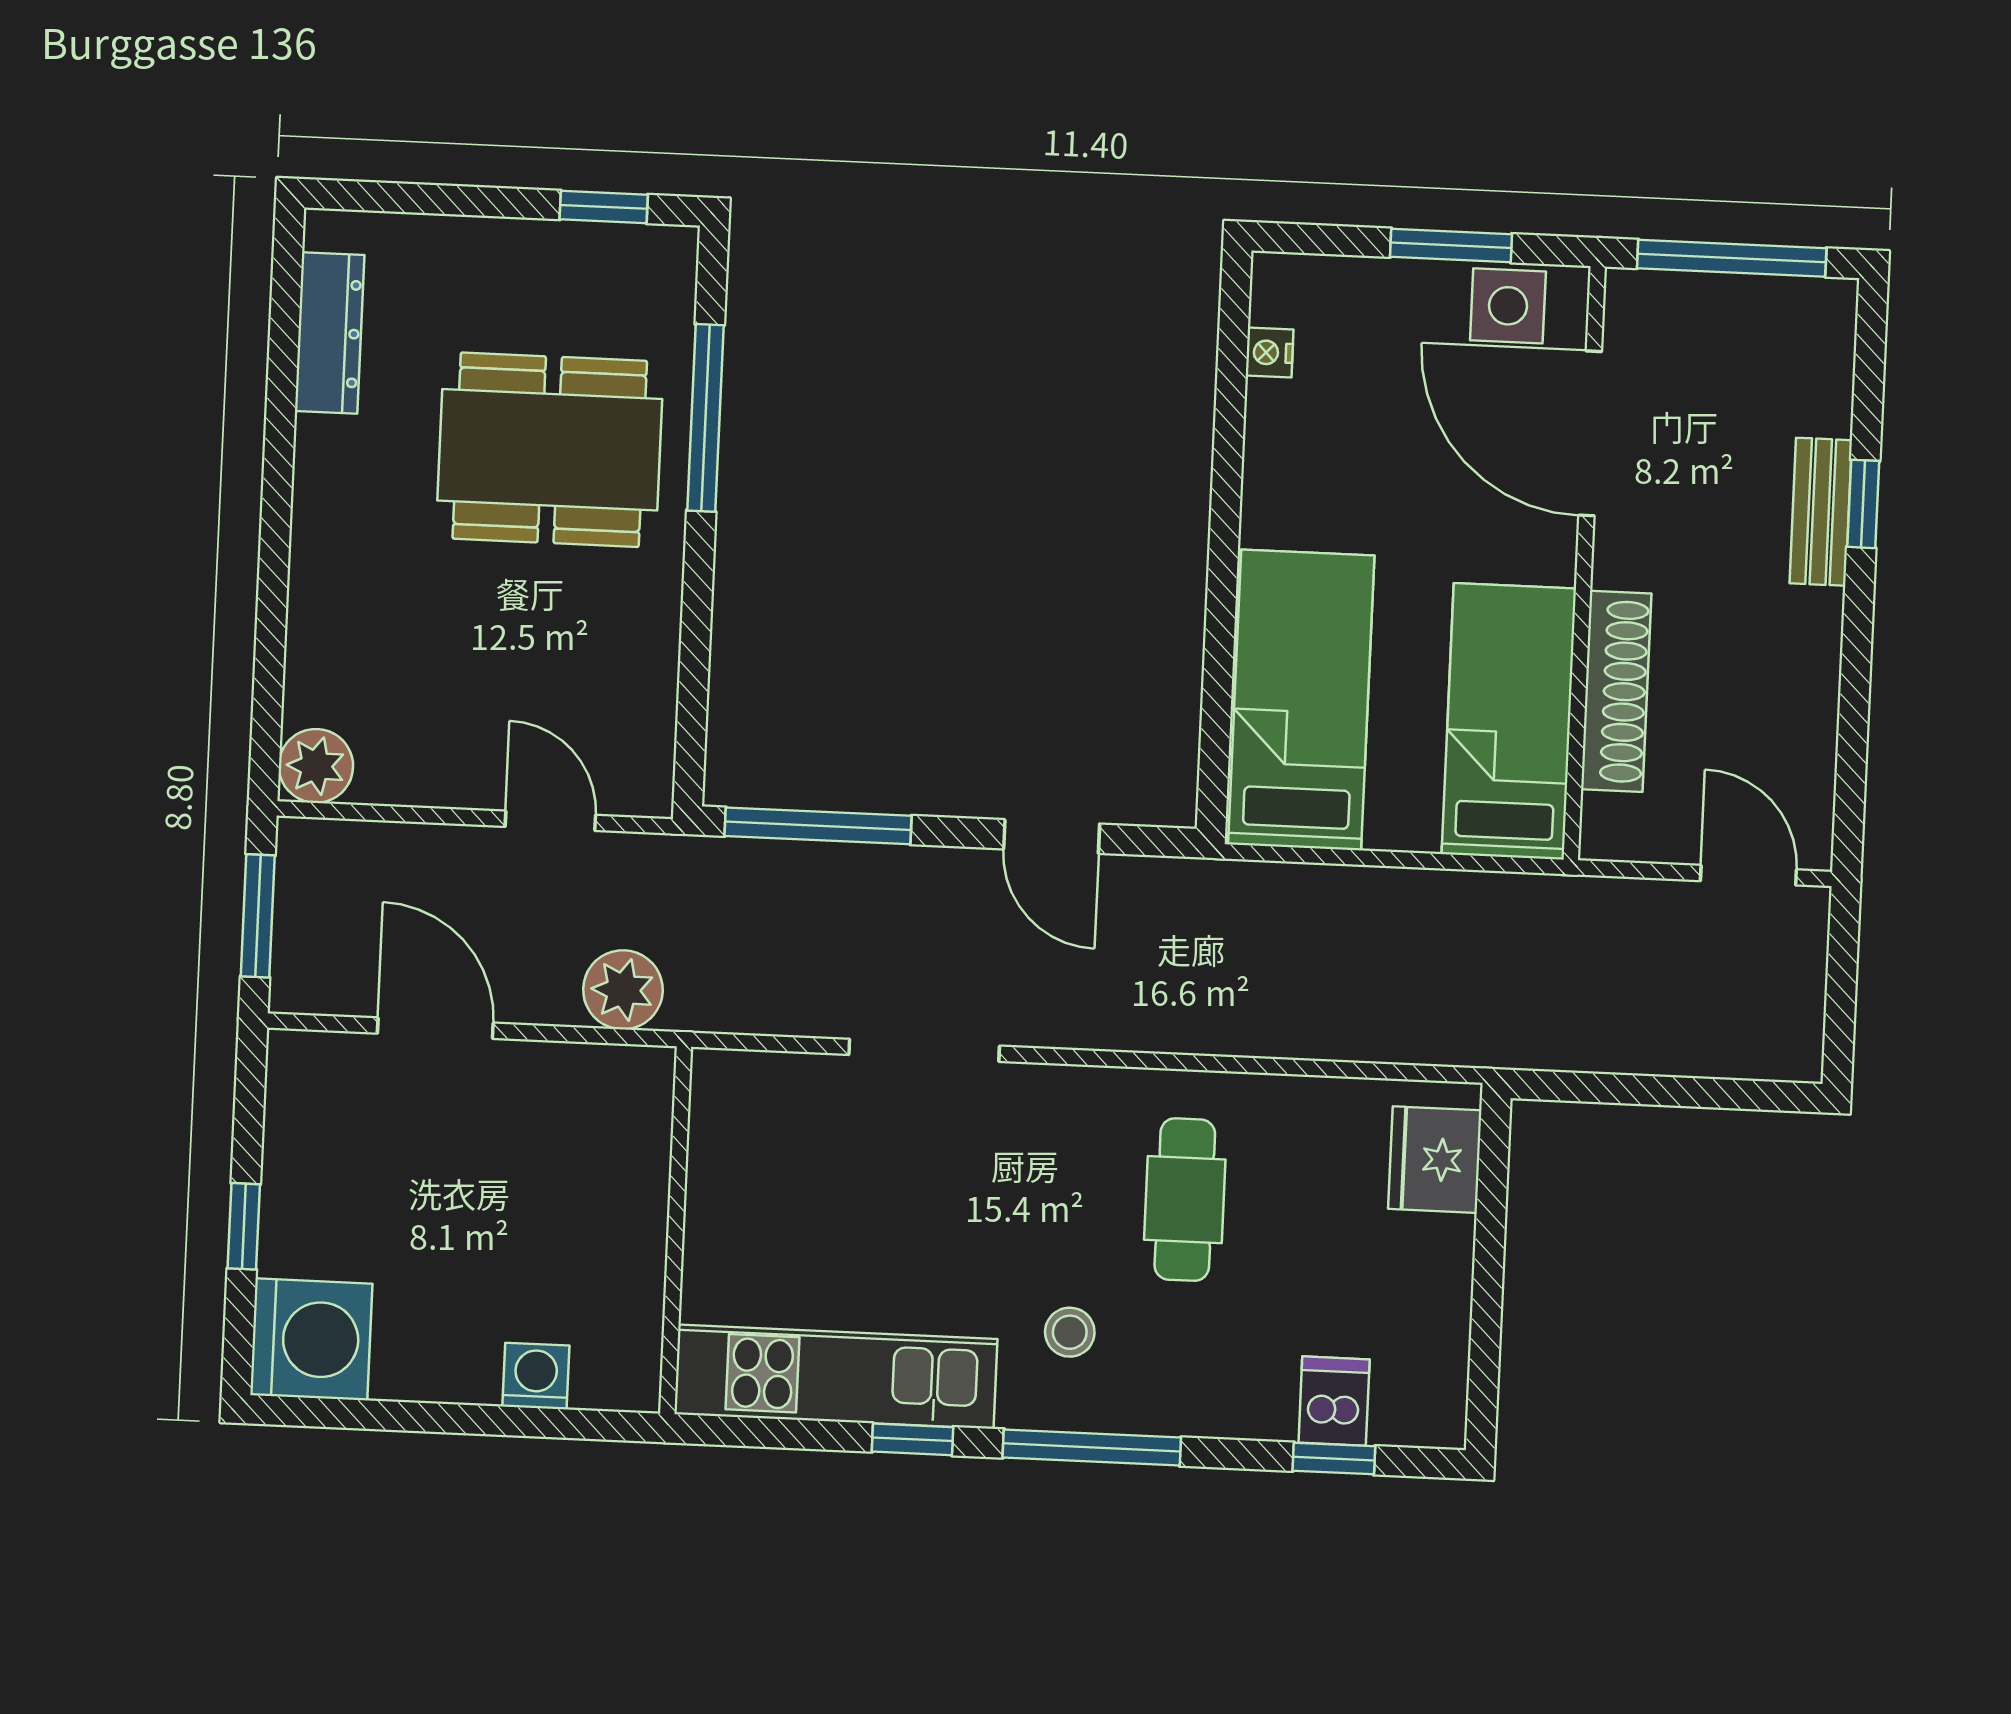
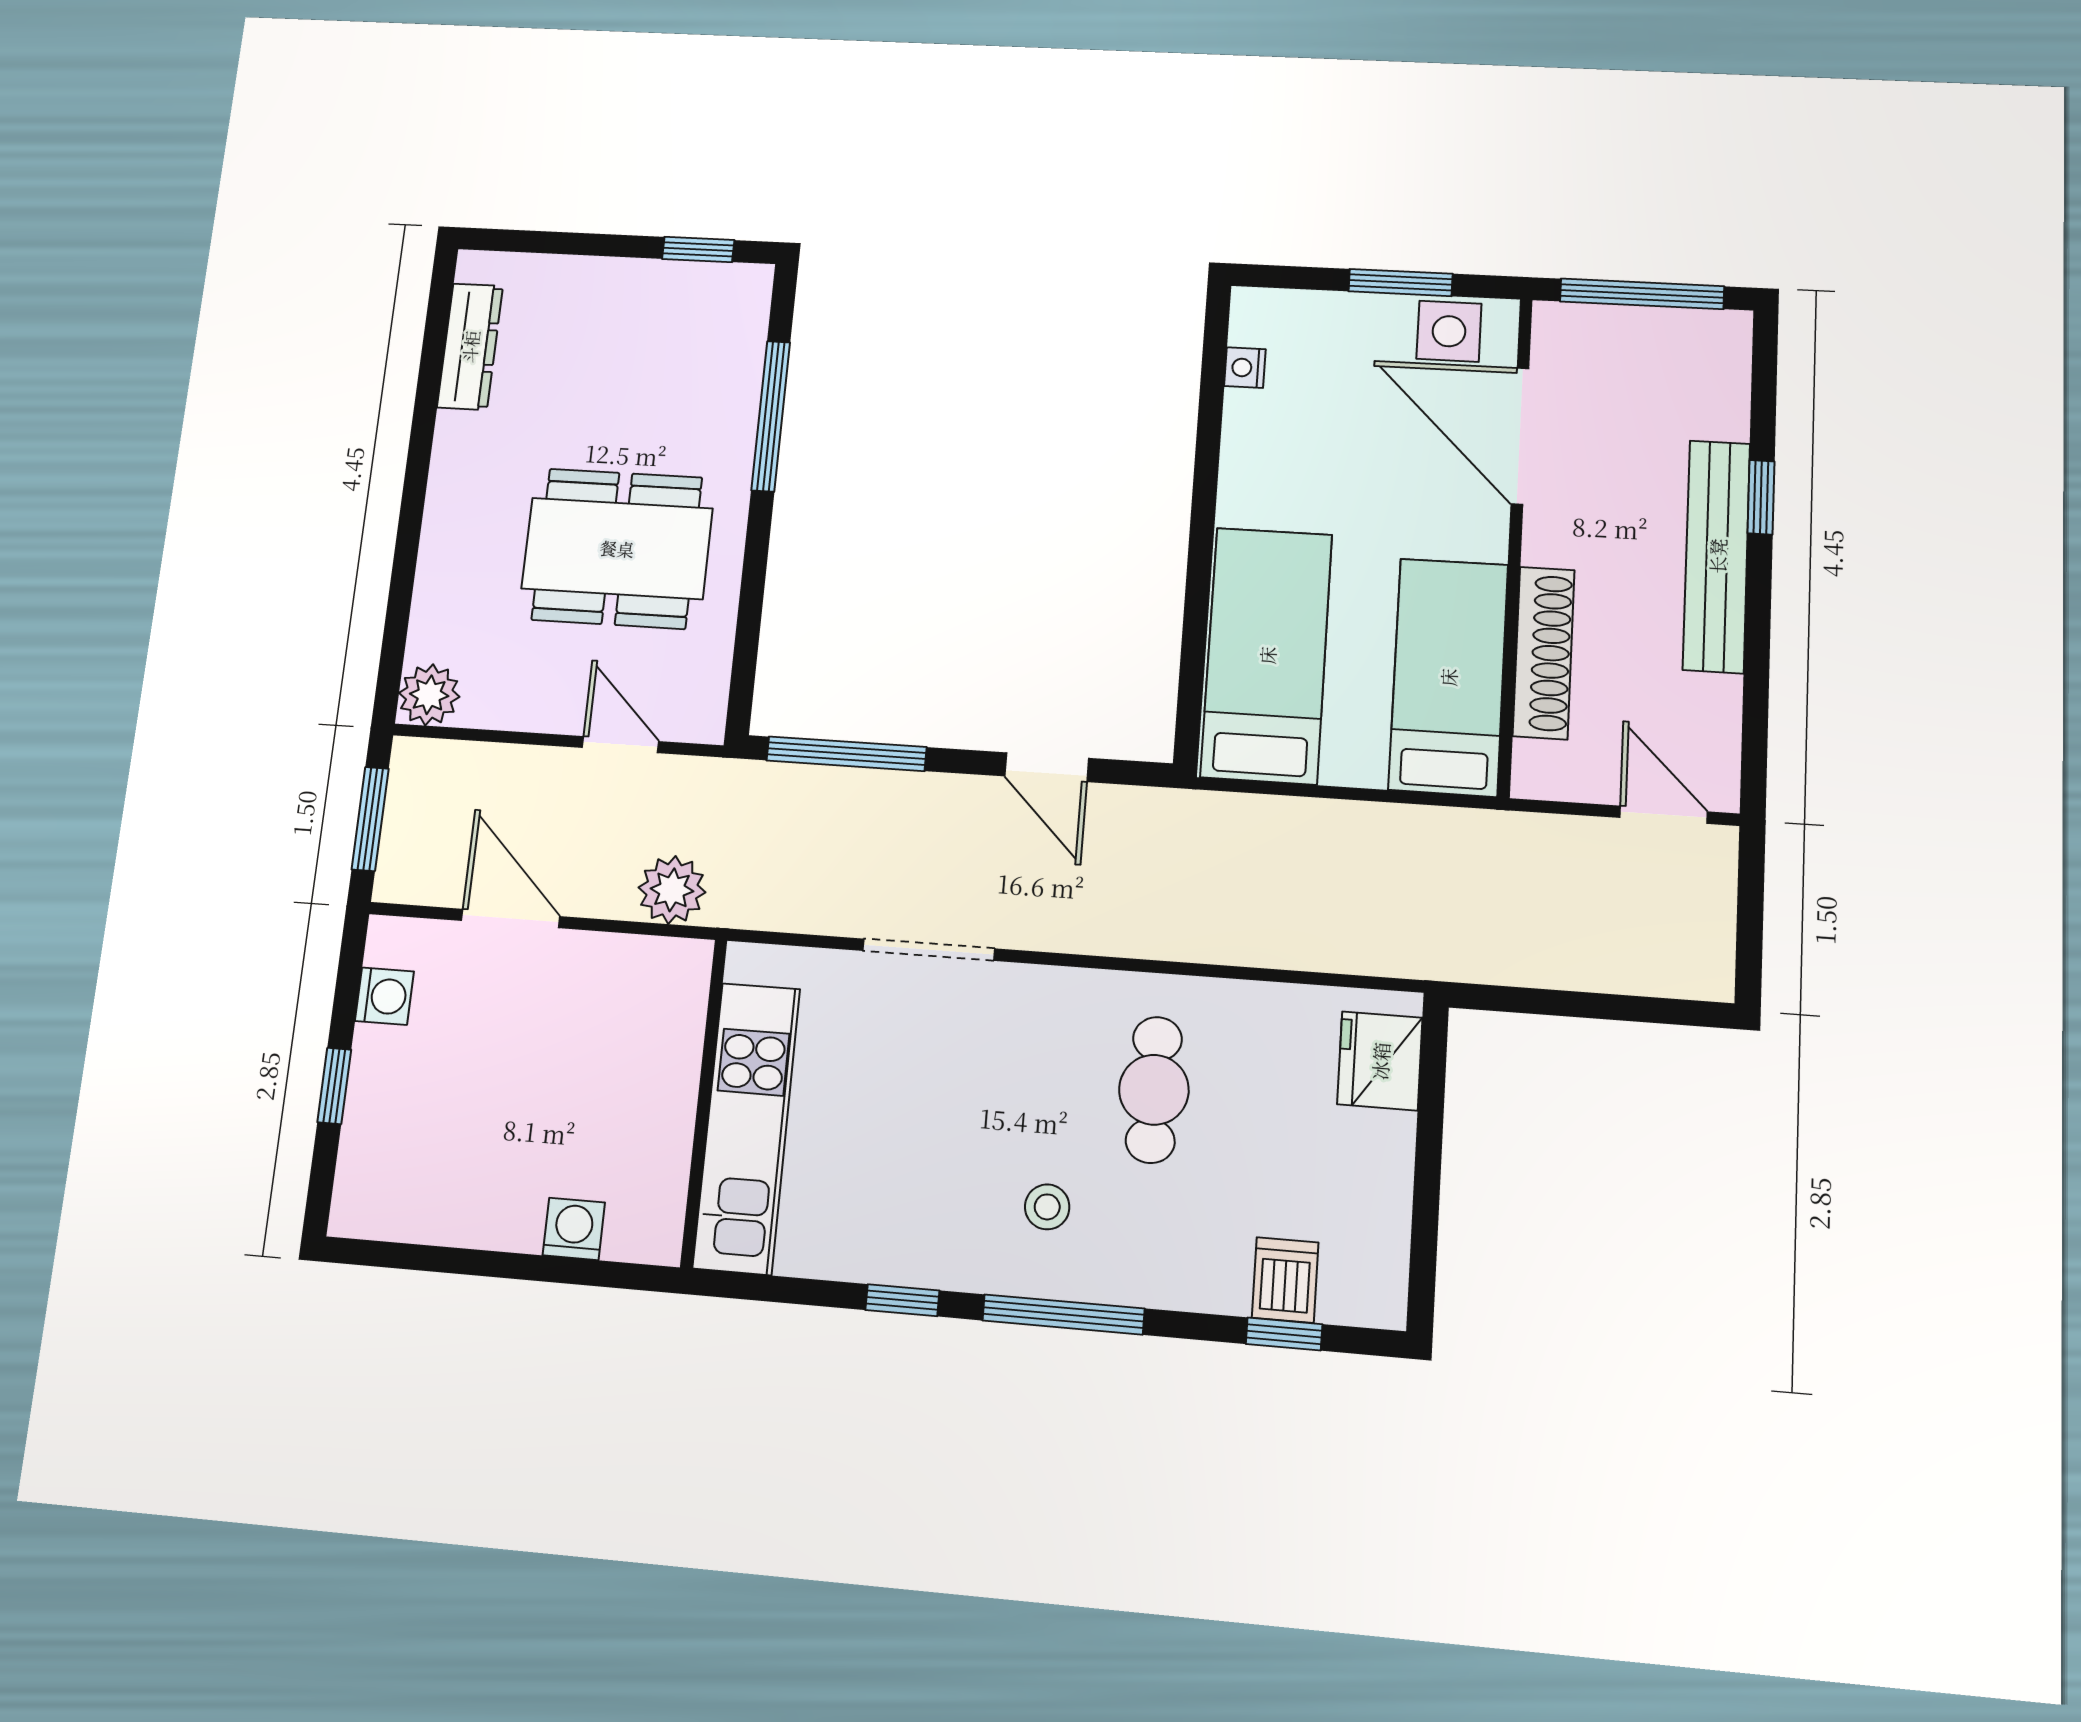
dining table: (550, 450) -> (617, 548), moved
bench: (1821, 512) -> (1717, 556), width x1.86, depth x1.21
washing machine: (311, 1339) -> (384, 996), moved, width x0.53, depth x0.53
kitchen unit: (836, 1377) -> (747, 1128), moved, turned 90

